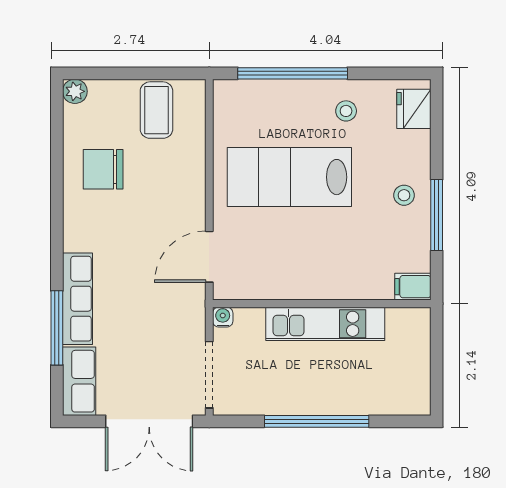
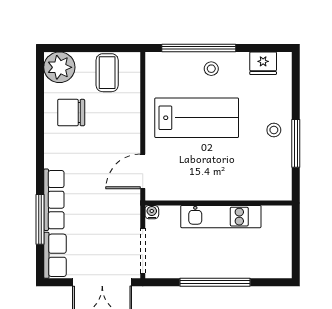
plant: (75, 91) -> (59, 67), width x1.87, depth x1.87
fridge: (414, 109) -> (263, 63), moved, turned -90
stool: (346, 111) -> (211, 69), moved
lab bench: (289, 177) -> (197, 118), turned 180
filing cabinet: (413, 287) -> (280, 192), removed

